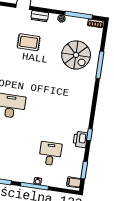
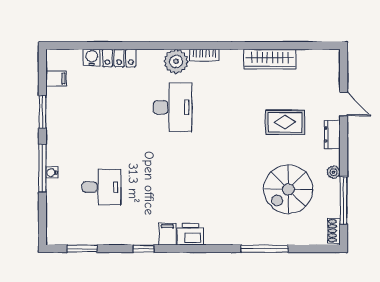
rug: (29, 42) -> (285, 122), turned 90
spiral stairs: (76, 55) -> (288, 189), moved
printer: (80, 139) -> (190, 234), moved
filing cabinet: (74, 182) -> (167, 234), moved

